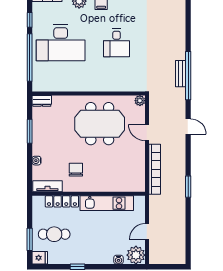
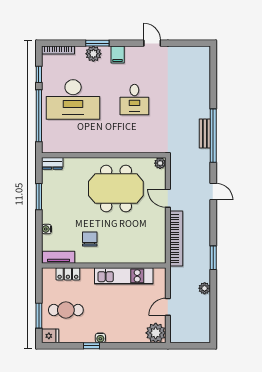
locker: (62, 201) -> (68, 274), width x0.66
plant: (180, 215) -> (205, 288), added
water cooler: (119, 260) -> (100, 338), moved

